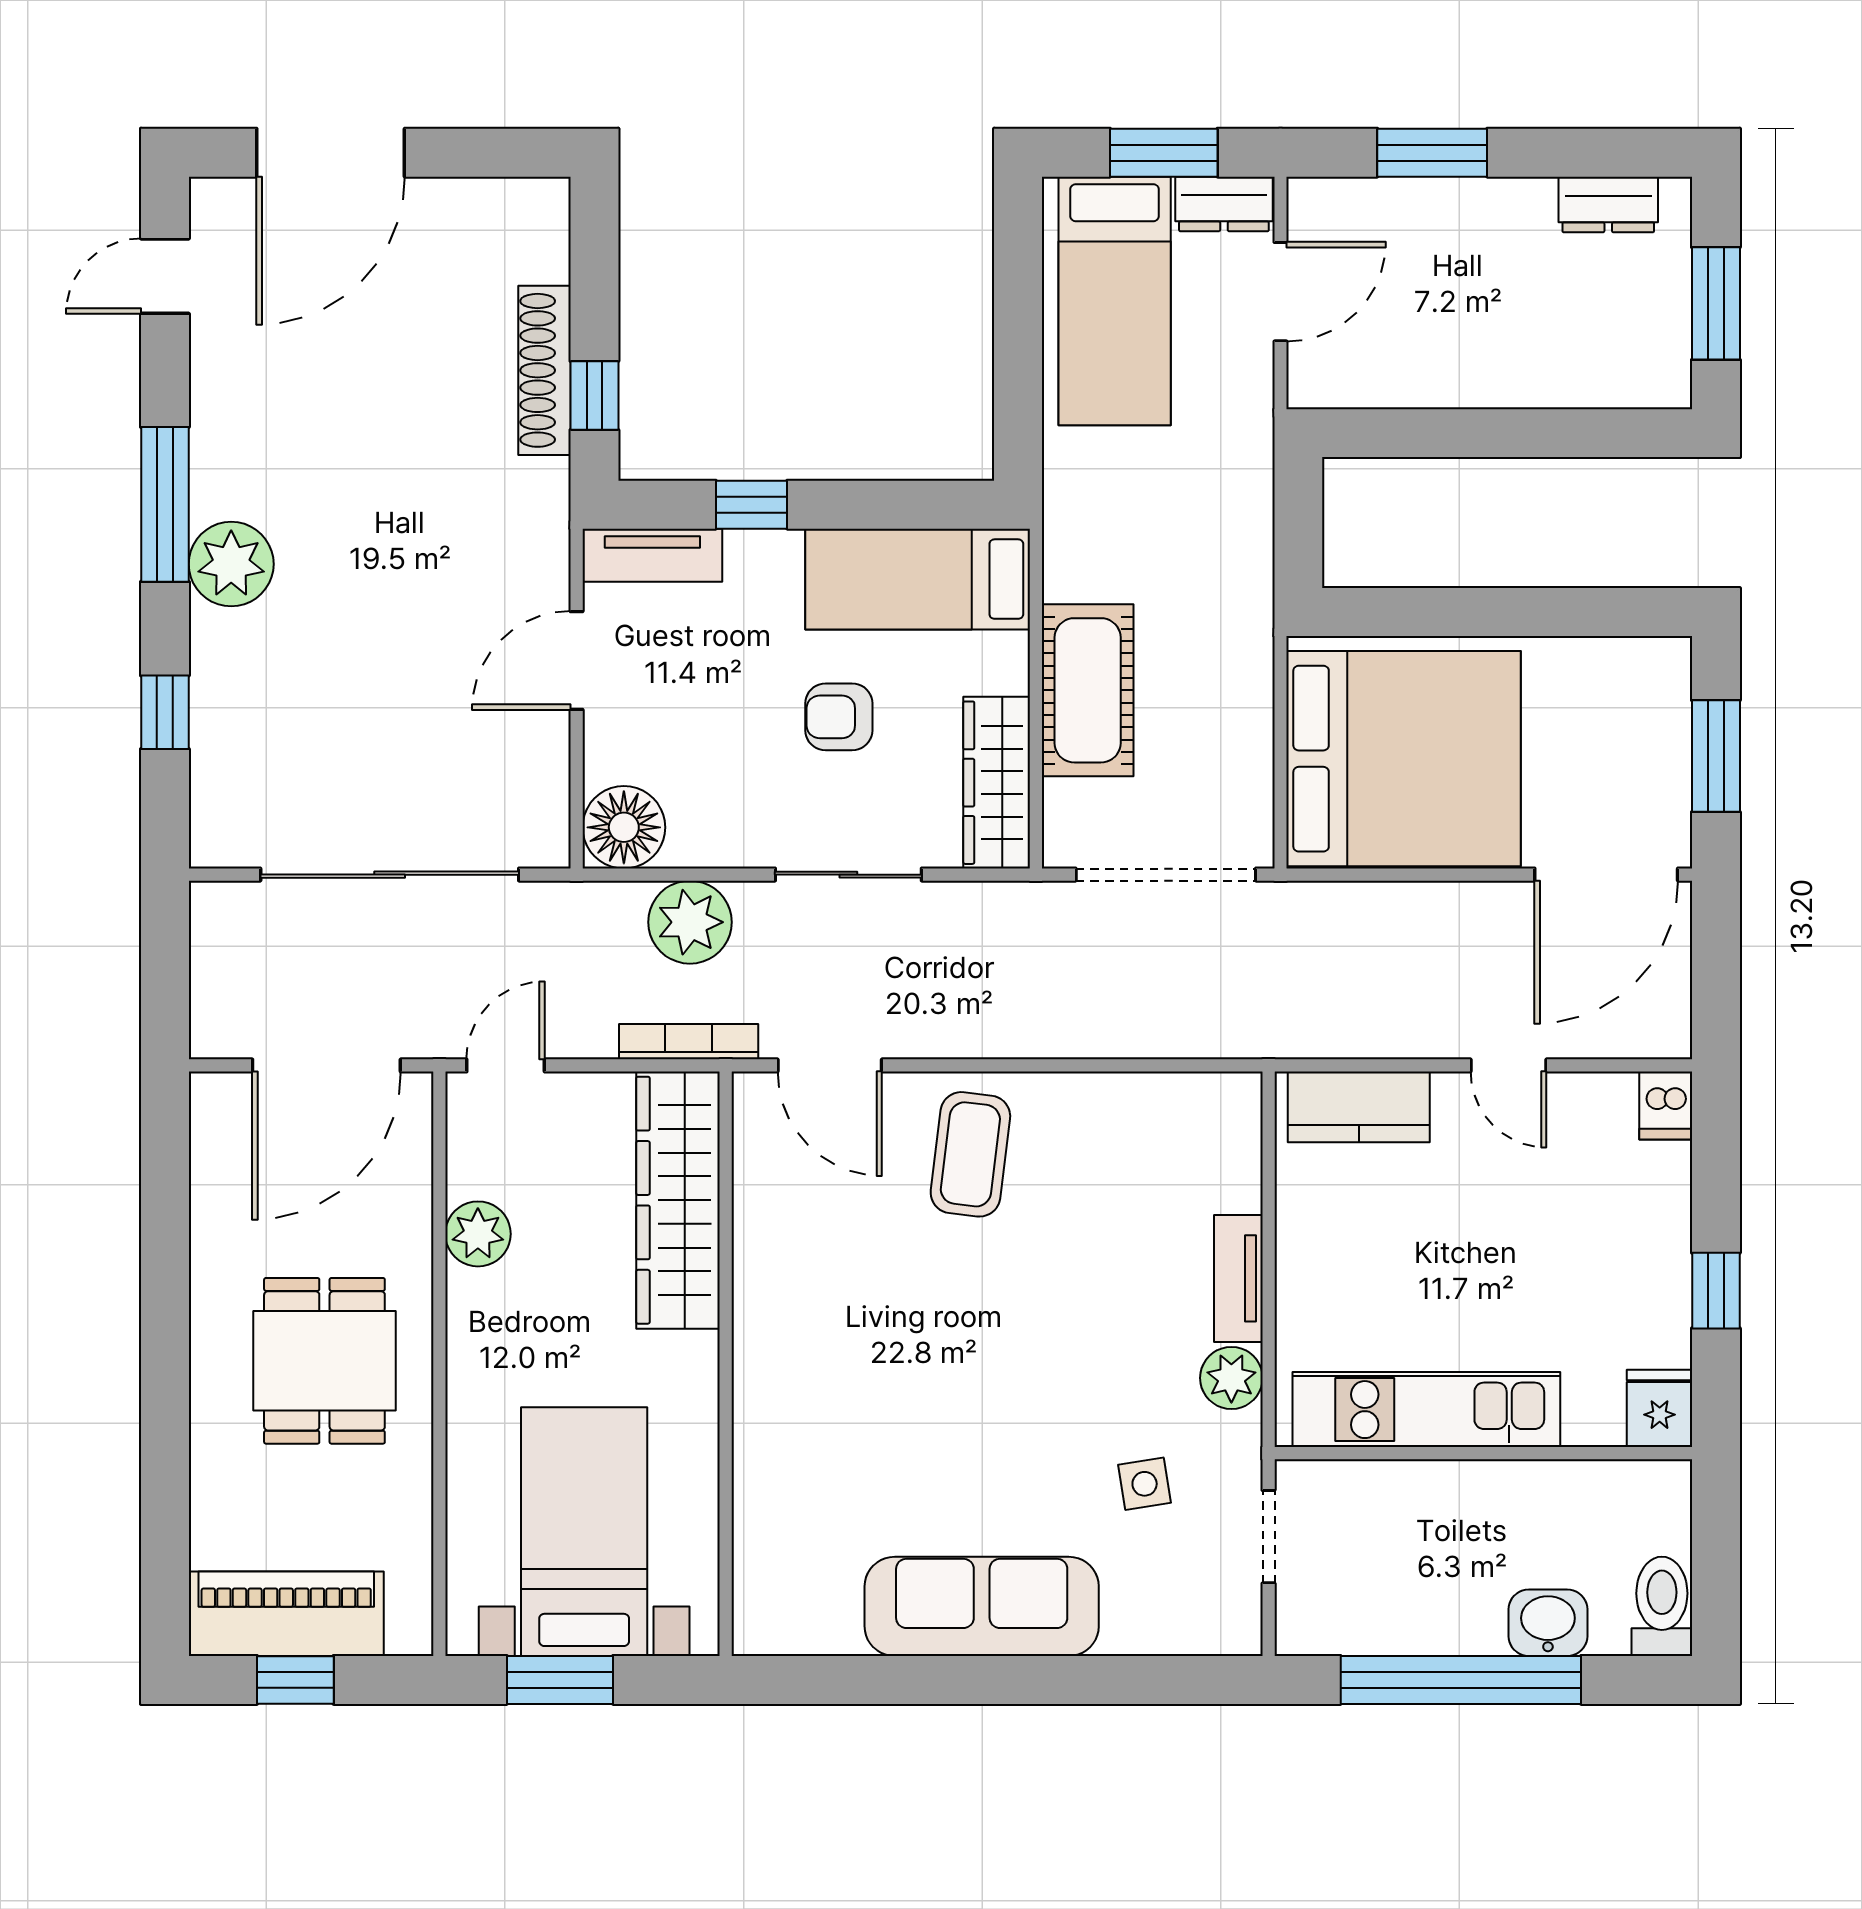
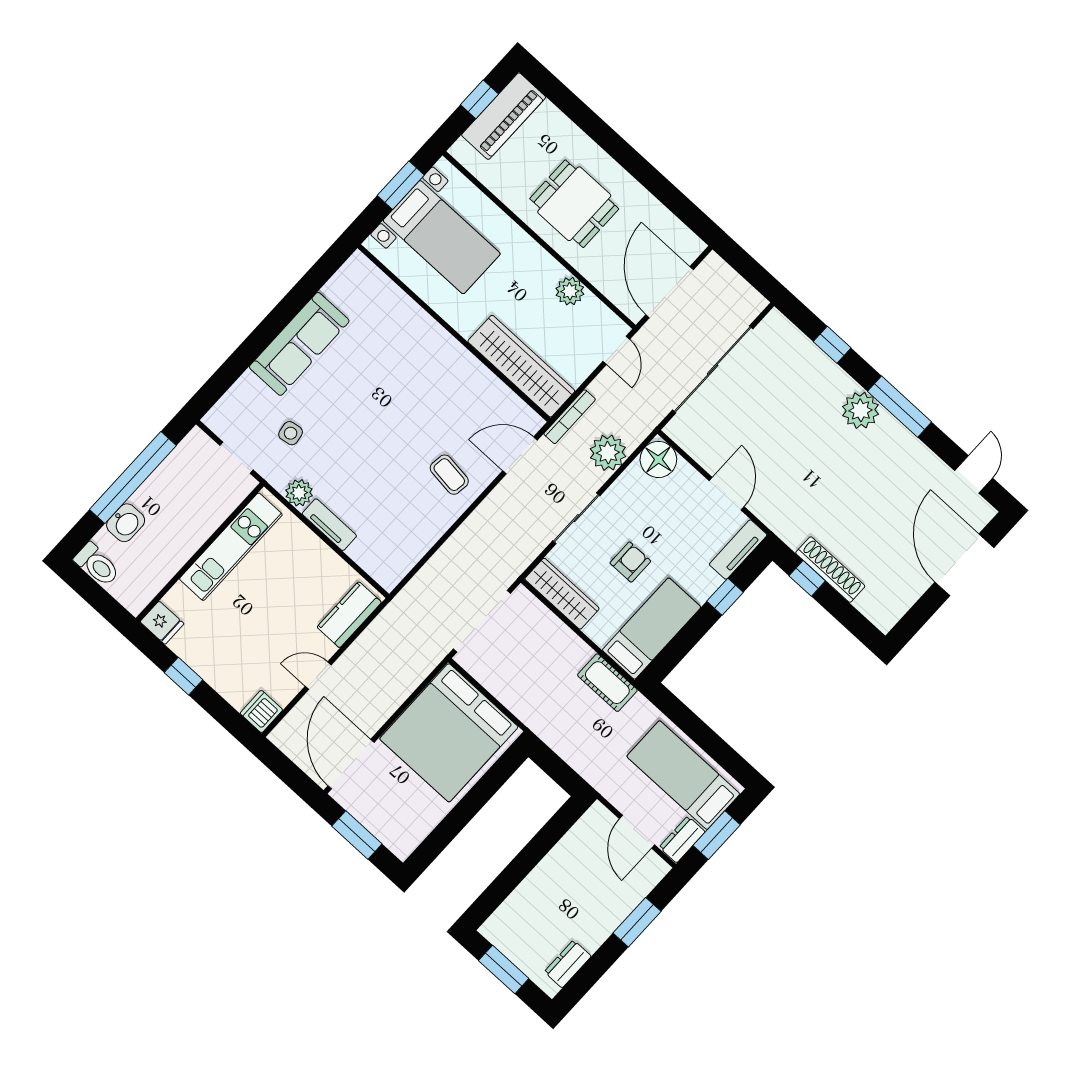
cot: (1088, 690) -> (607, 683), moved, width x0.73, depth x0.75
dishwasher: (1666, 1105) -> (261, 712), width x1.38
coffee table: (970, 1154) -> (449, 475), width x0.73, depth x0.77

